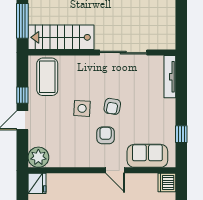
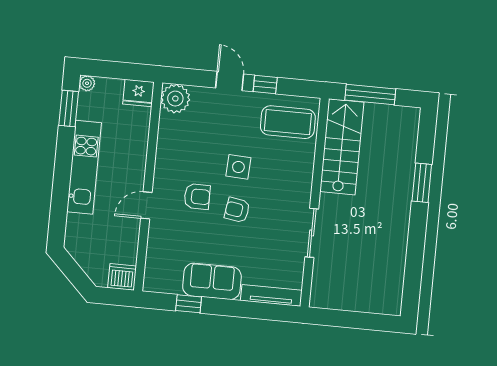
sliding door: (123, 53) -> (312, 233), width x0.73
sofa: (147, 156) -> (212, 281), moved, turned -90

